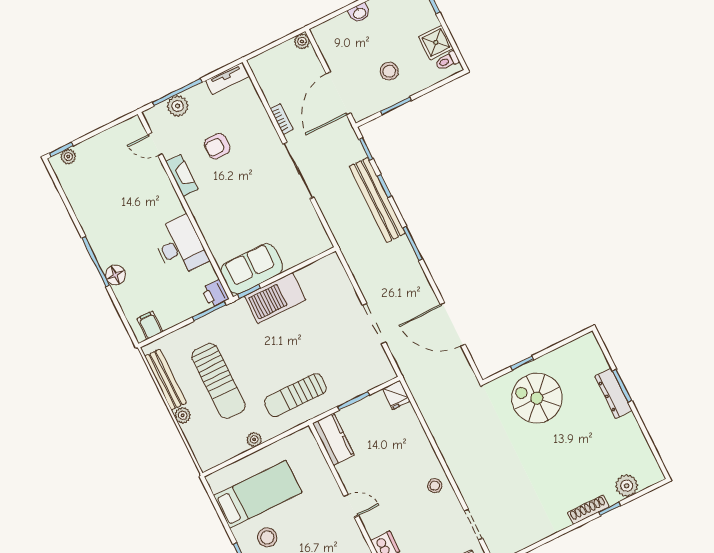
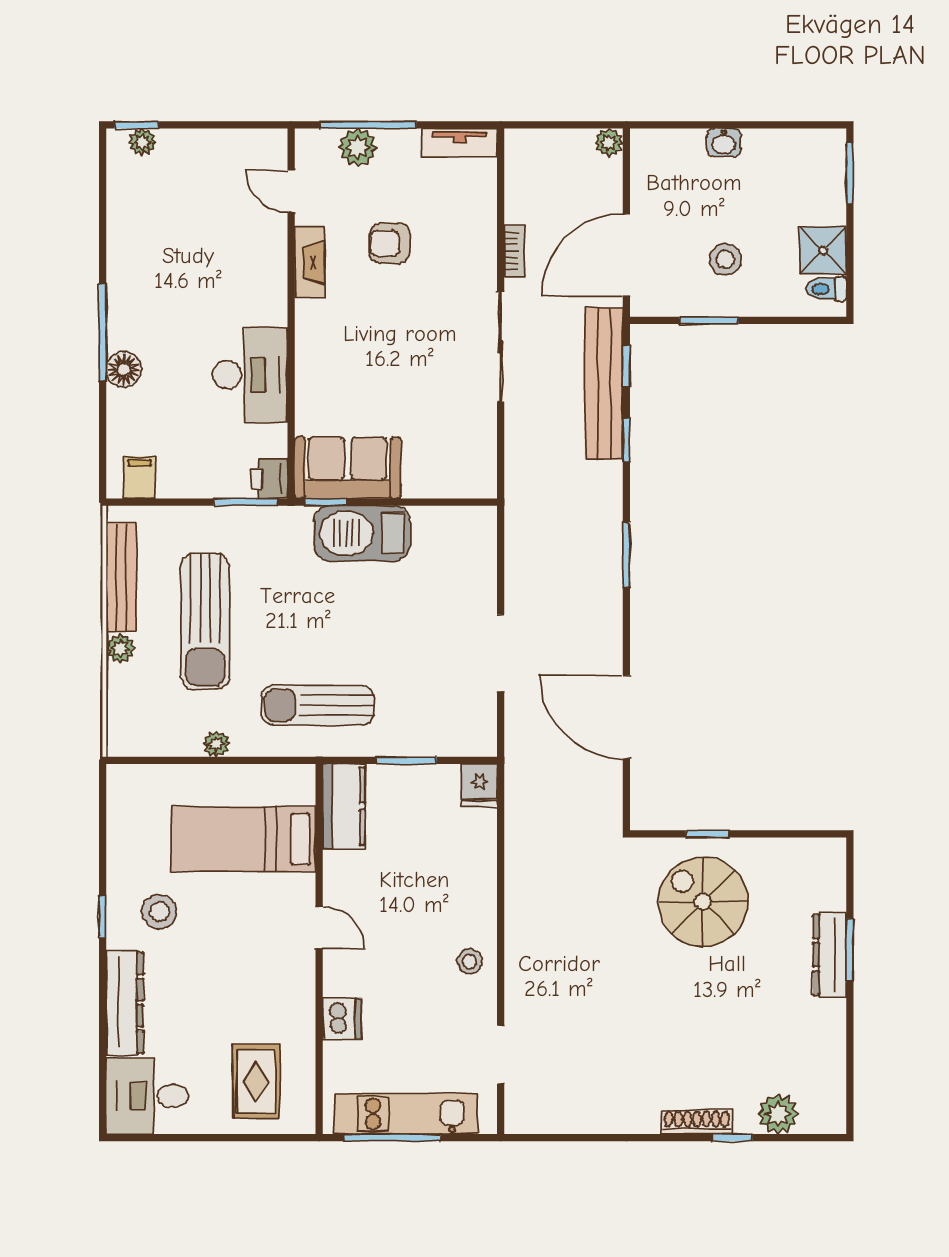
bench: (377, 200) -> (604, 383), moved
bed: (258, 494) -> (243, 839), moved, turned 180

